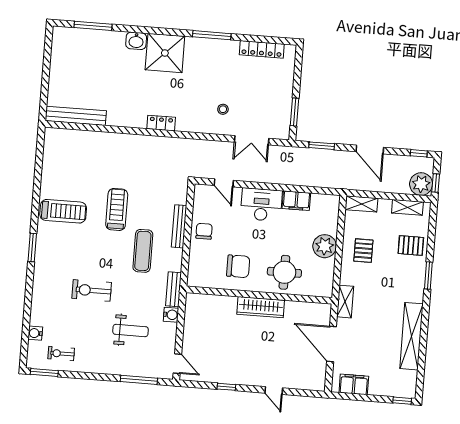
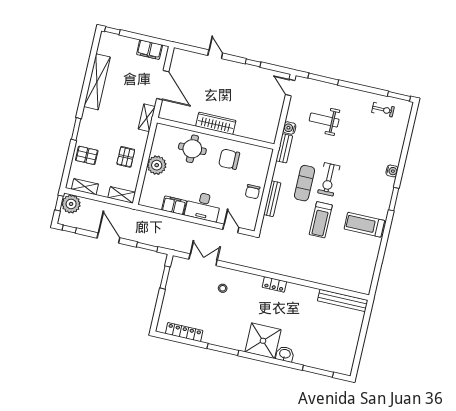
exercise bike: (92, 290) -> (329, 179), moved, turned 90
water cooler: (35, 333) -> (392, 171), moved

